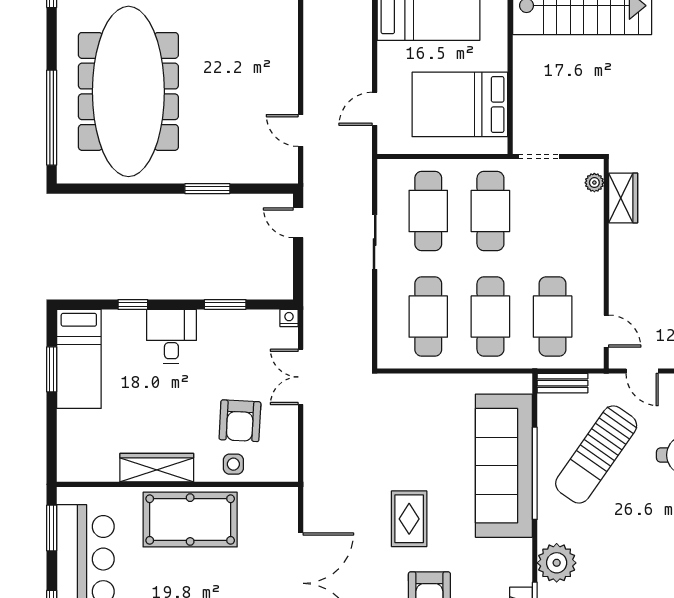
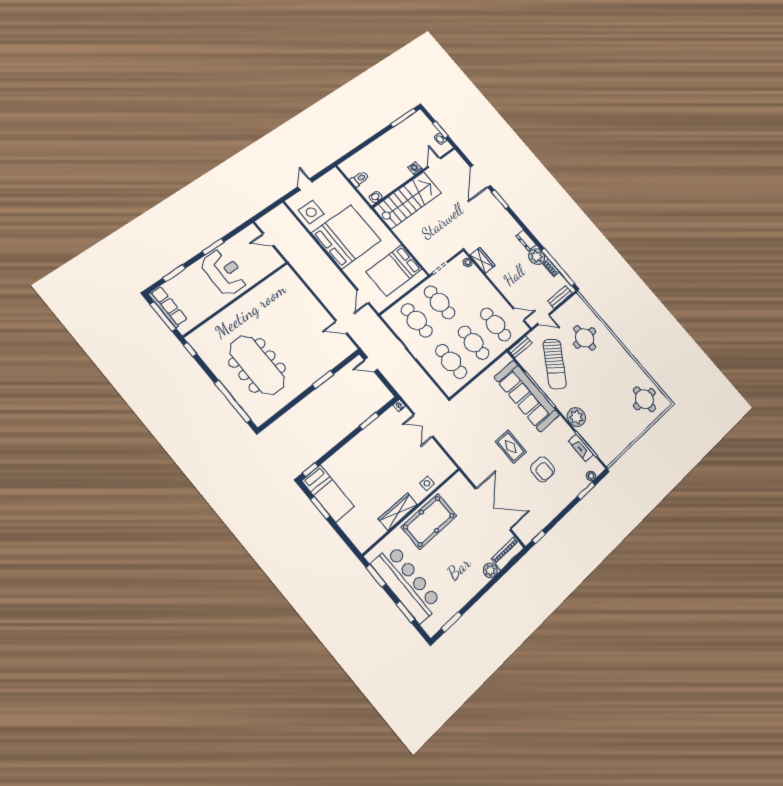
meeting table: (128, 91) -> (257, 365), width x0.73, depth x0.79
window: (133, 304) -> (310, 470), moved
desk: (171, 336) -> (359, 452), removed
armchair: (240, 421) -> (415, 463), removed

